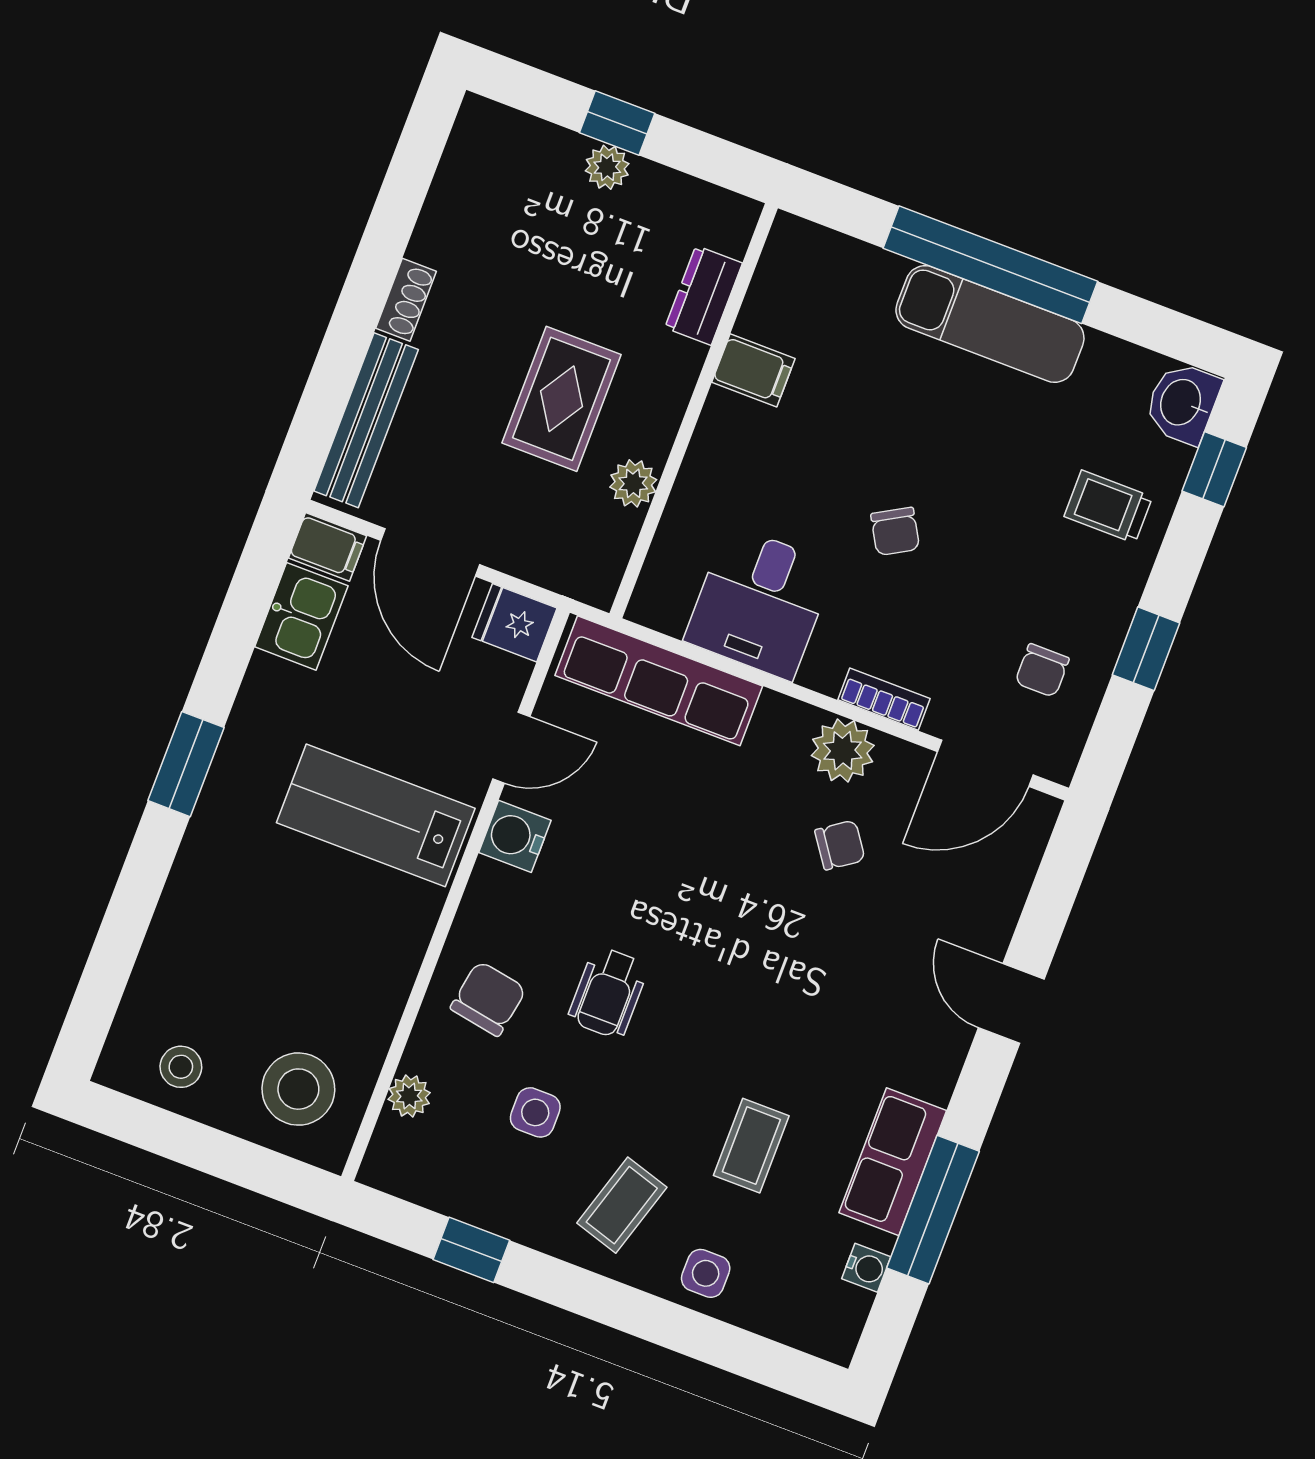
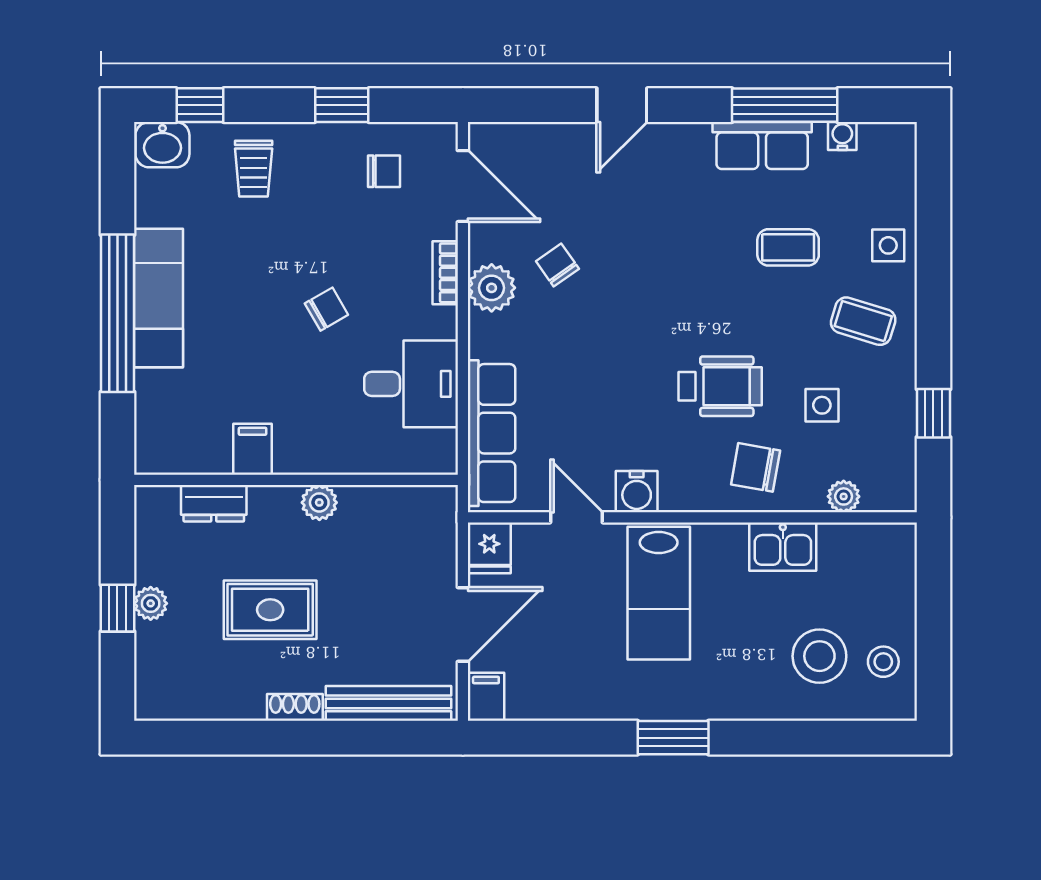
rug: (561, 399) -> (270, 610), moved
plant: (633, 483) -> (319, 502), moved
kitchen sink: (301, 616) -> (783, 547), moved, turned 180
wheelchair: (608, 993) -> (720, 386), width x1.36, depth x1.37
stool: (298, 1089) -> (819, 656), moved

